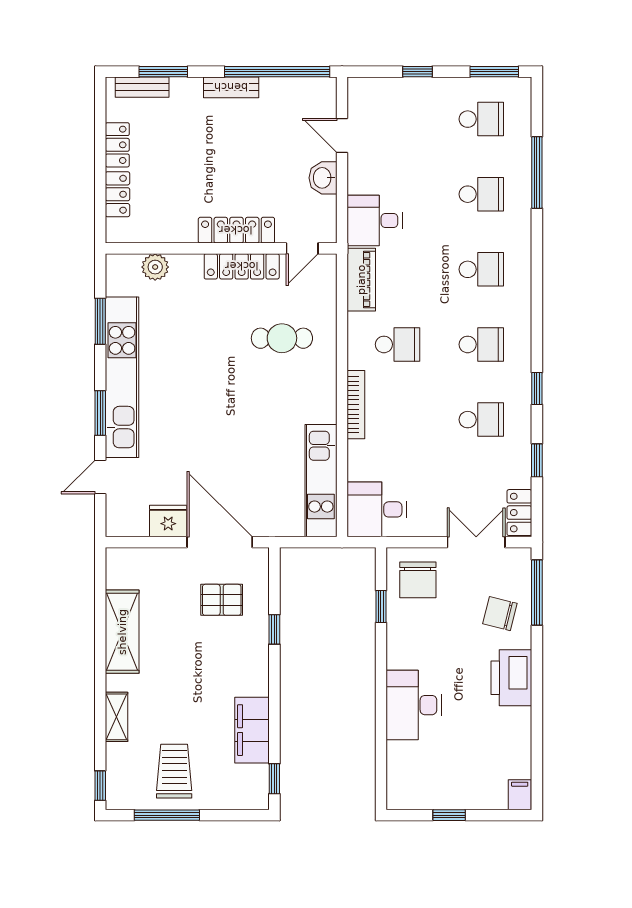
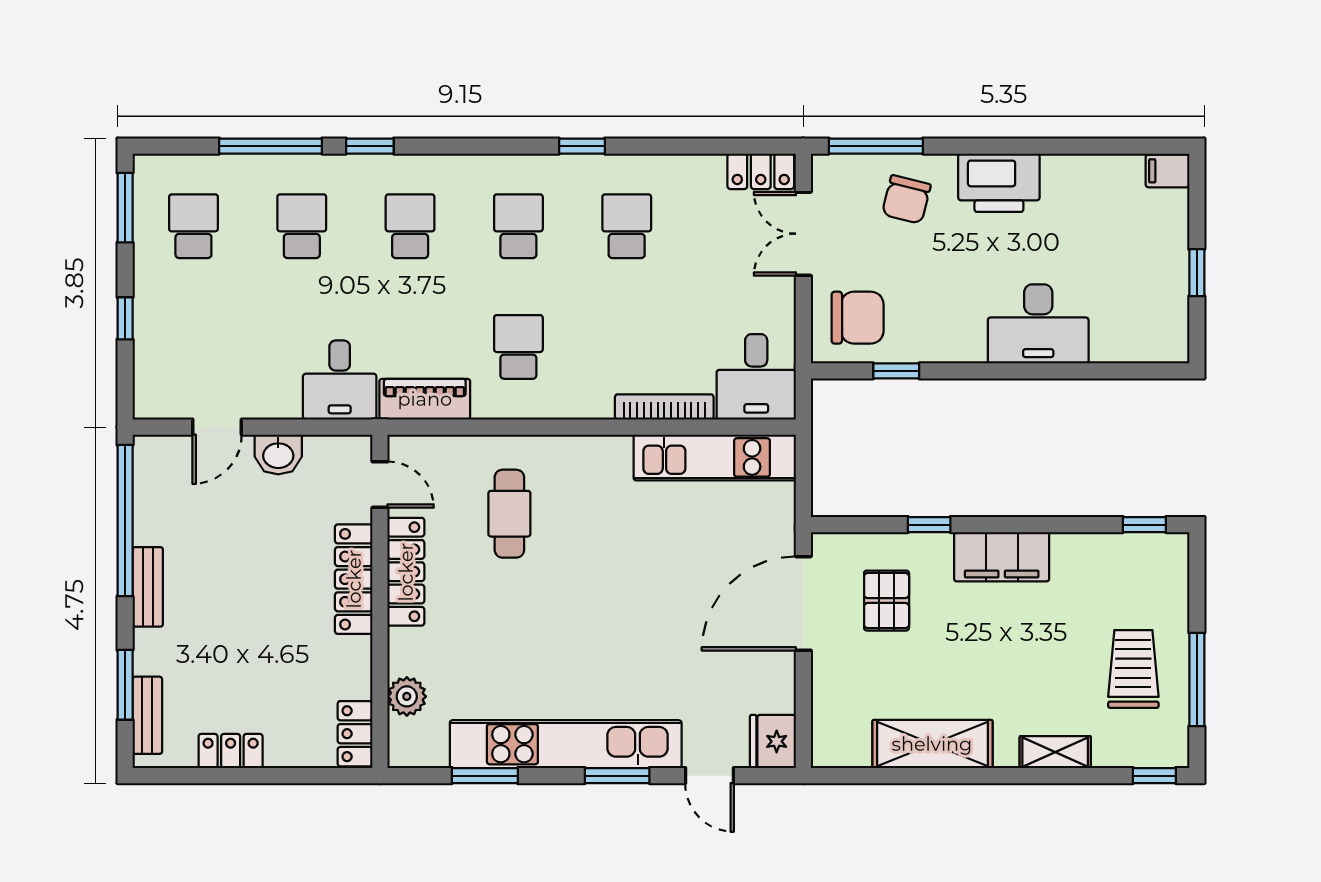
locker: (117, 194) -> (355, 734), moved, turned -90
bookcase: (356, 405) -> (664, 407), moved
window: (537, 460) -> (370, 146), moved
fridge: (168, 521) -> (773, 741), moved
filing cabinet: (252, 730) -> (1002, 557), moved
trolley: (174, 771) -> (1133, 669), turned 90

